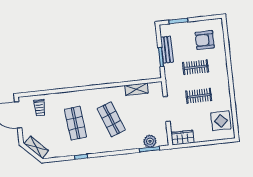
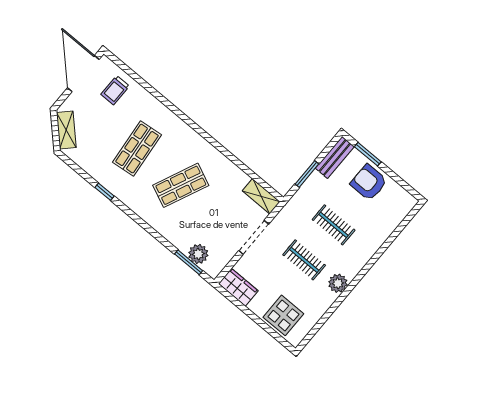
armchair: (205, 40) -> (369, 183), moved
bench: (167, 50) -> (335, 157), moved
shelving: (136, 89) -> (261, 196), moved
plant: (224, 91) -> (338, 283), added
shop shelf: (111, 119) -> (181, 185), turned 45
display table: (221, 121) -> (283, 315), moved

